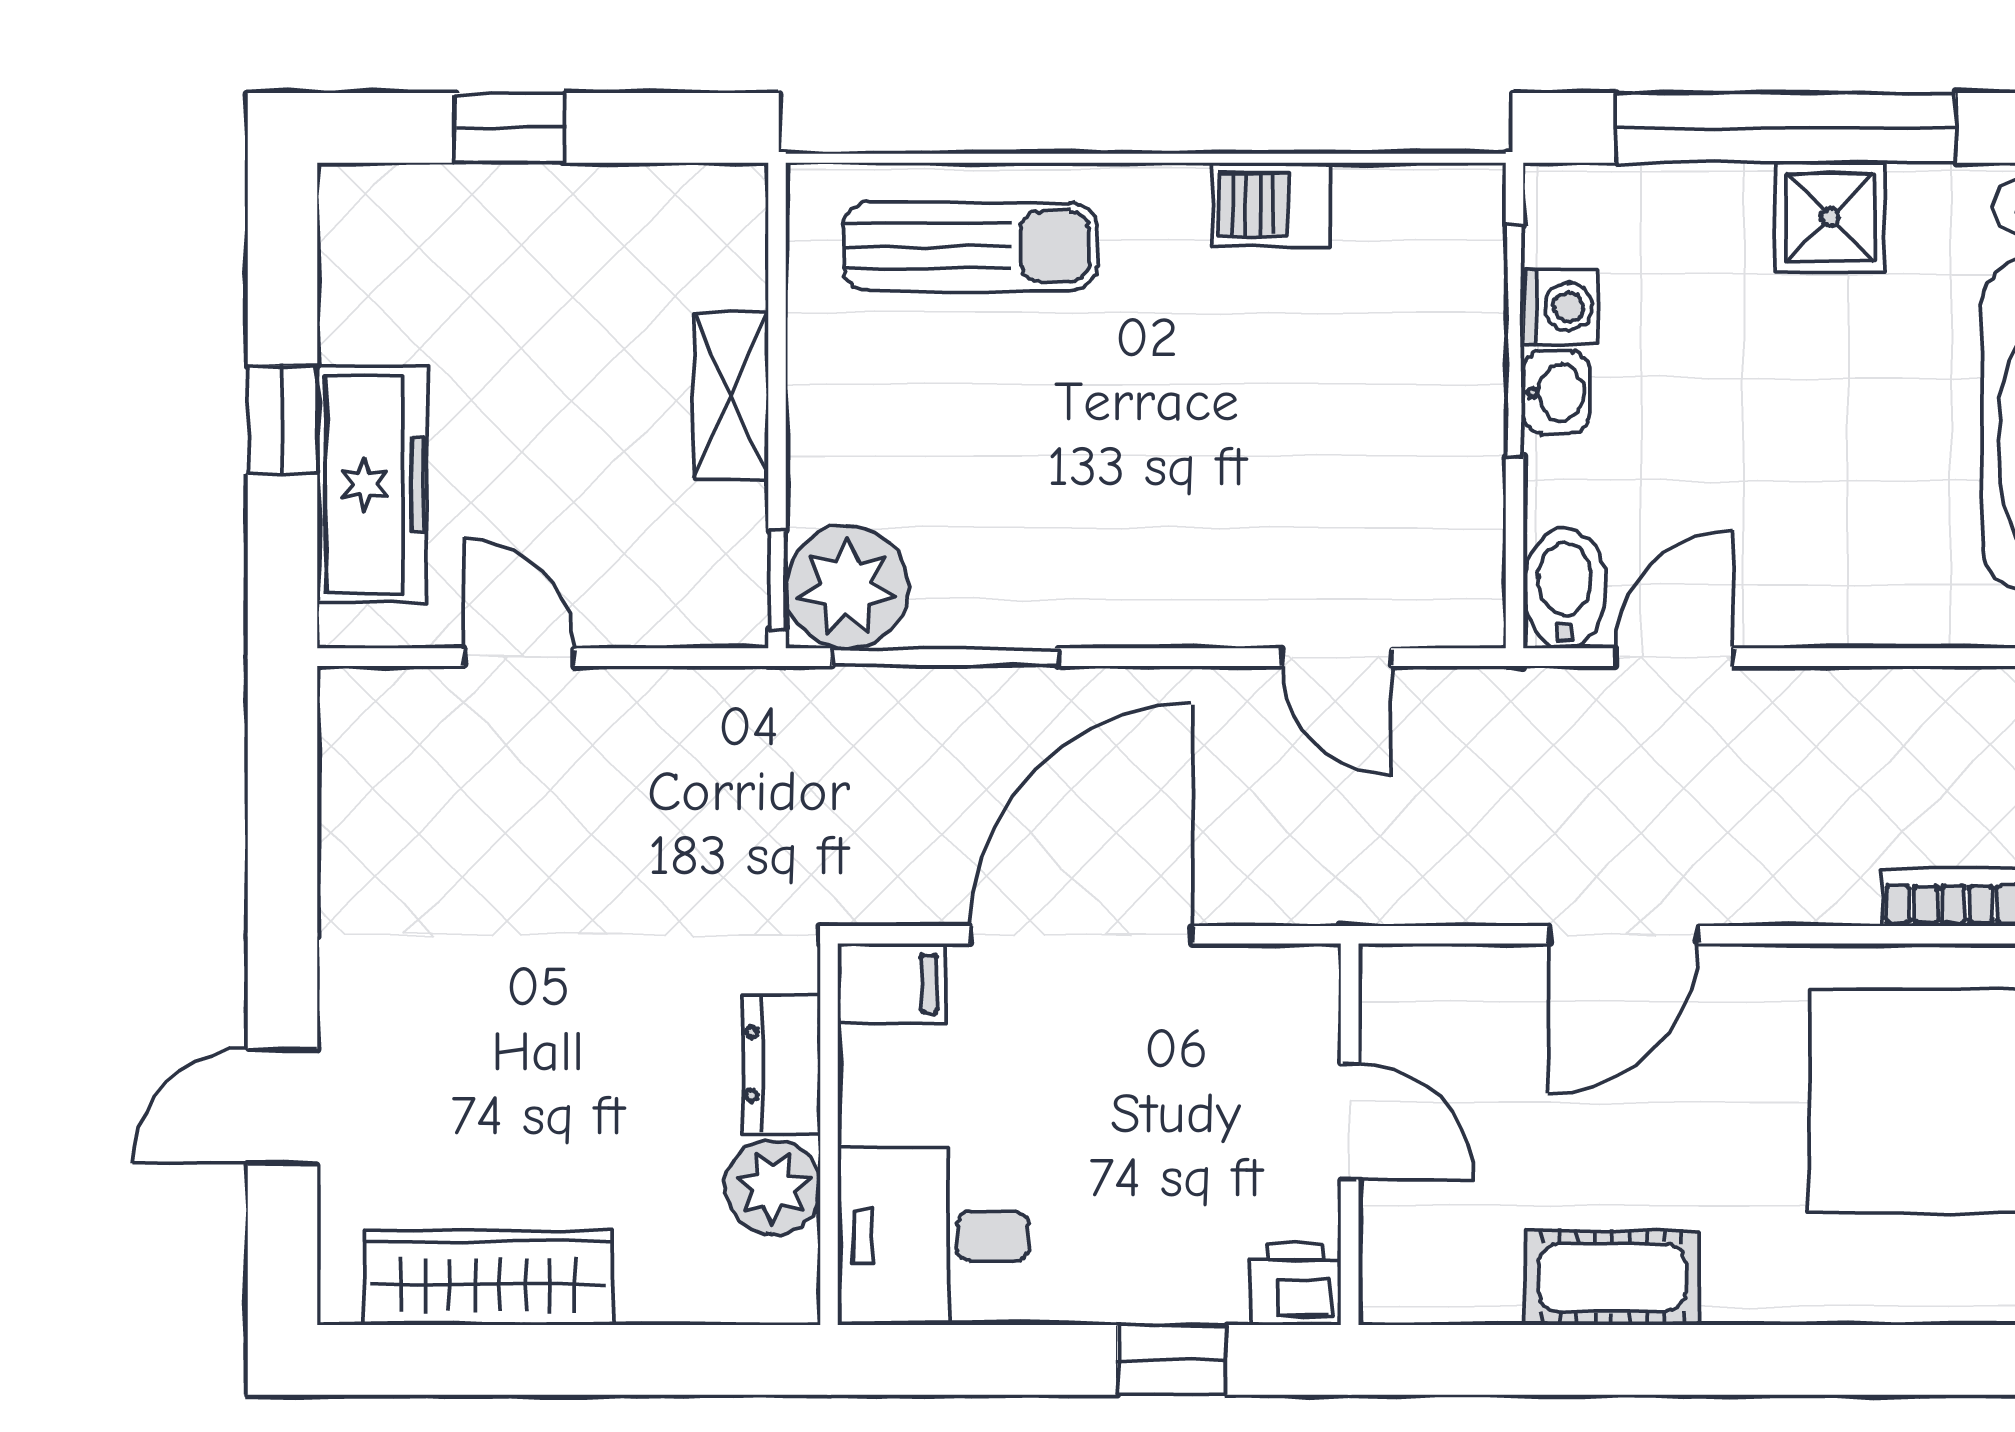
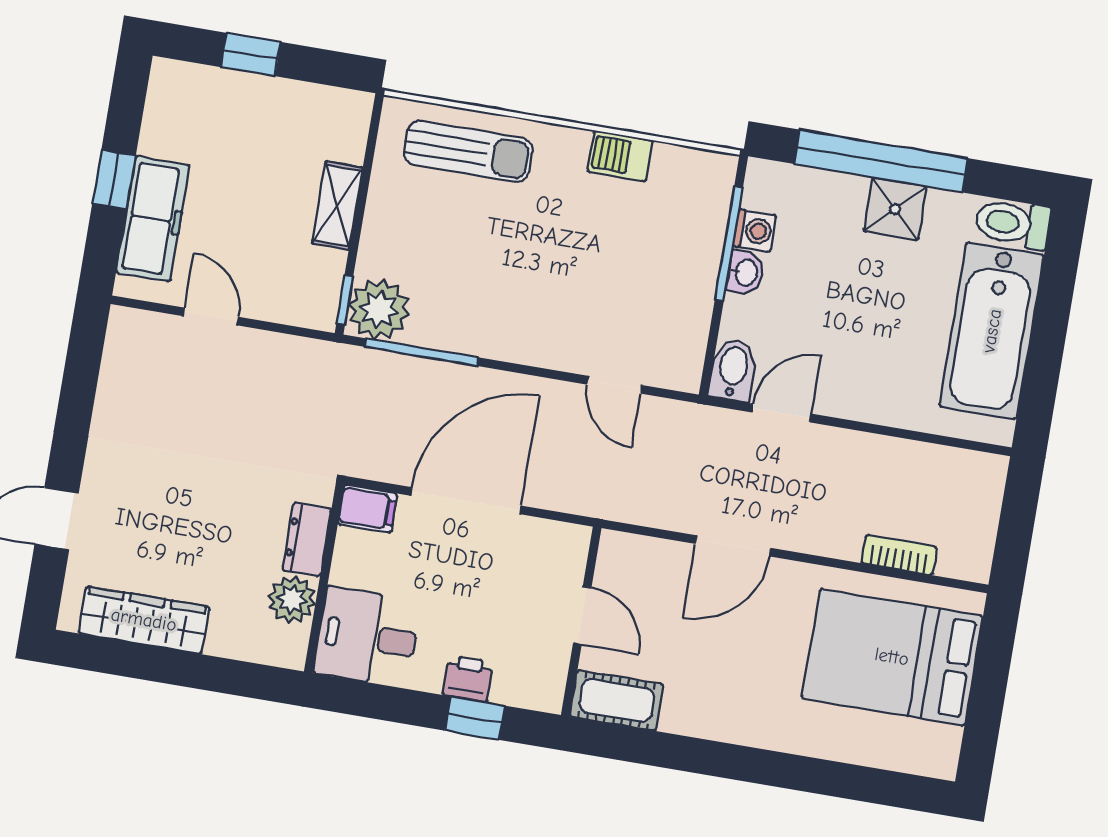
cot: (1612, 1278) -> (617, 700), moved
printer: (1296, 1284) -> (468, 678), moved

